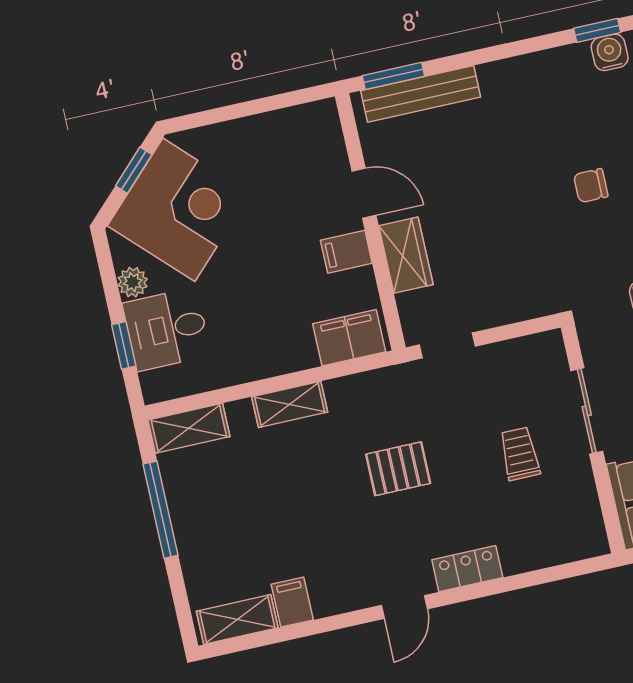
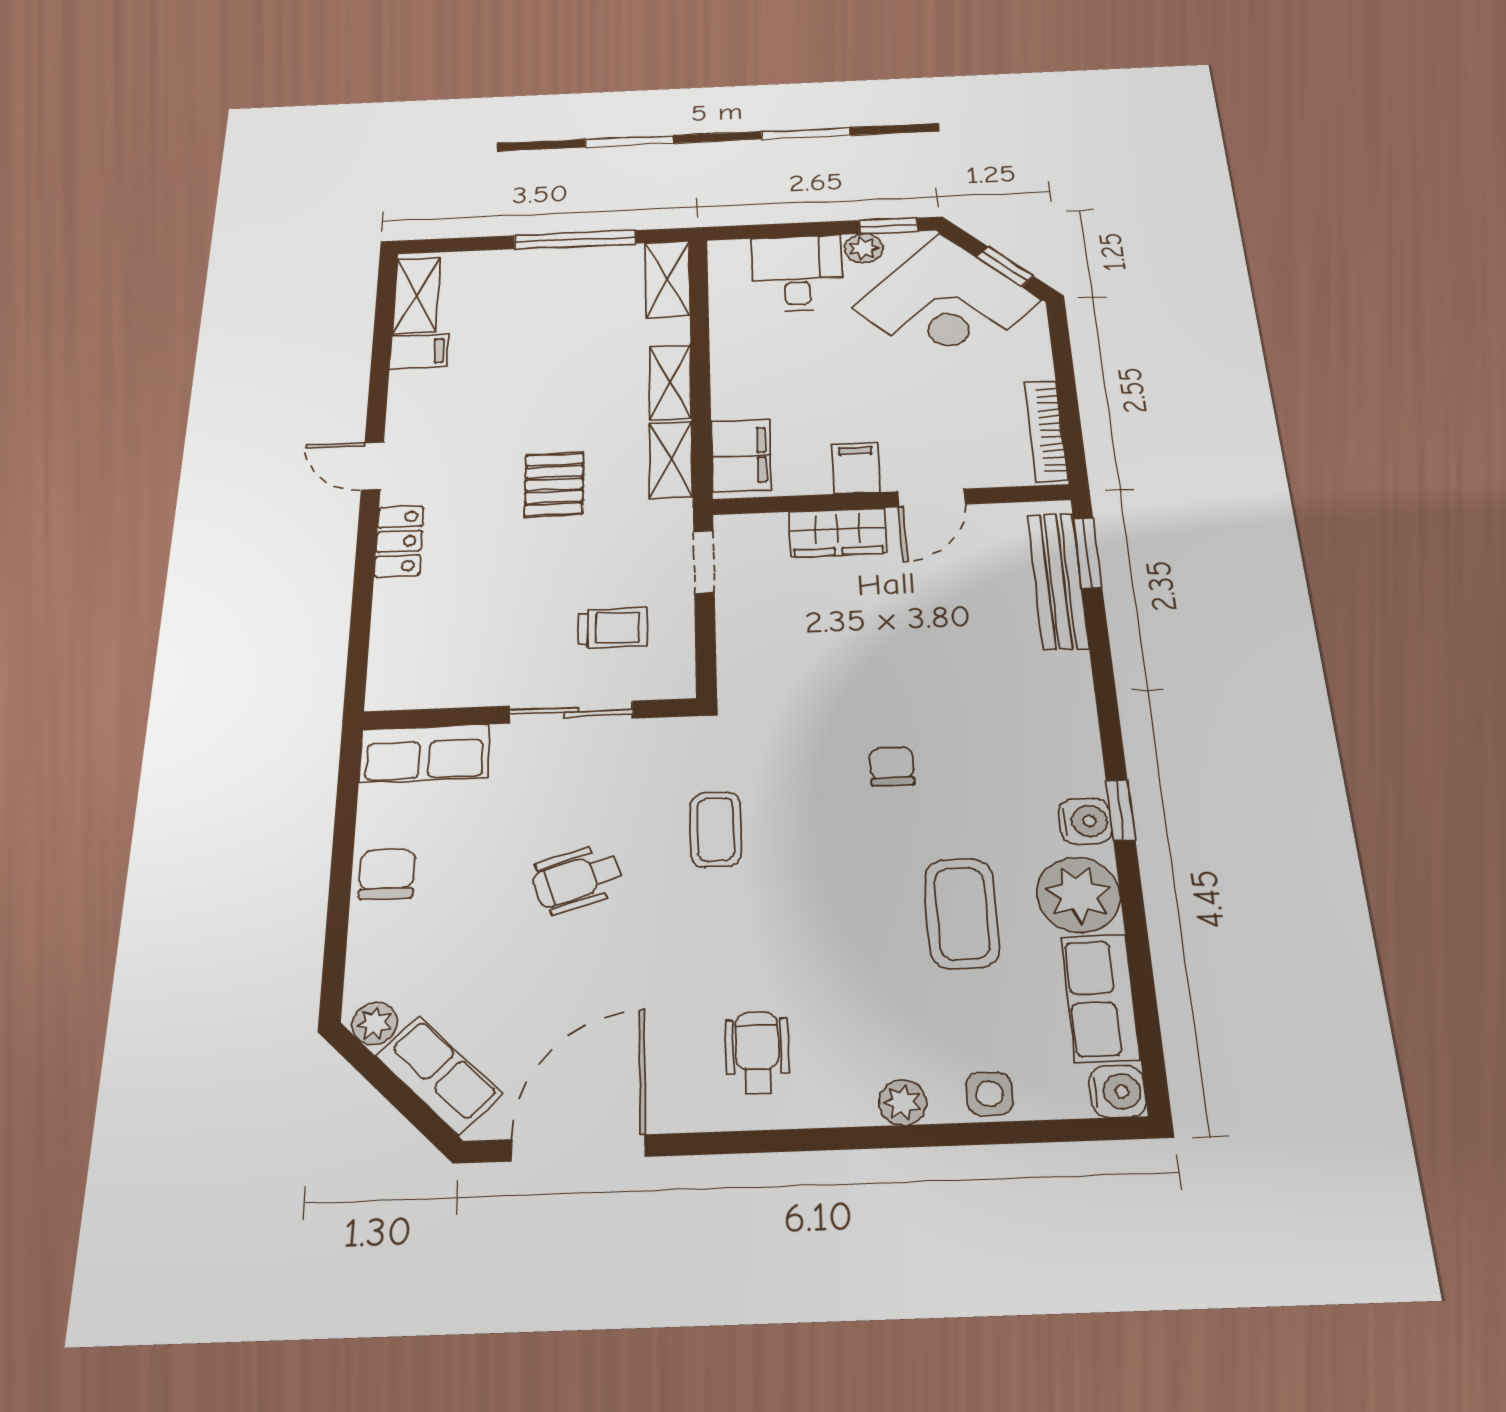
bookcase: (289, 119) -> (1046, 431), added
window: (124, 345) -> (888, 226), moved
shelving: (361, 388) -> (671, 460), added
trolley: (520, 454) -> (612, 628), moved

